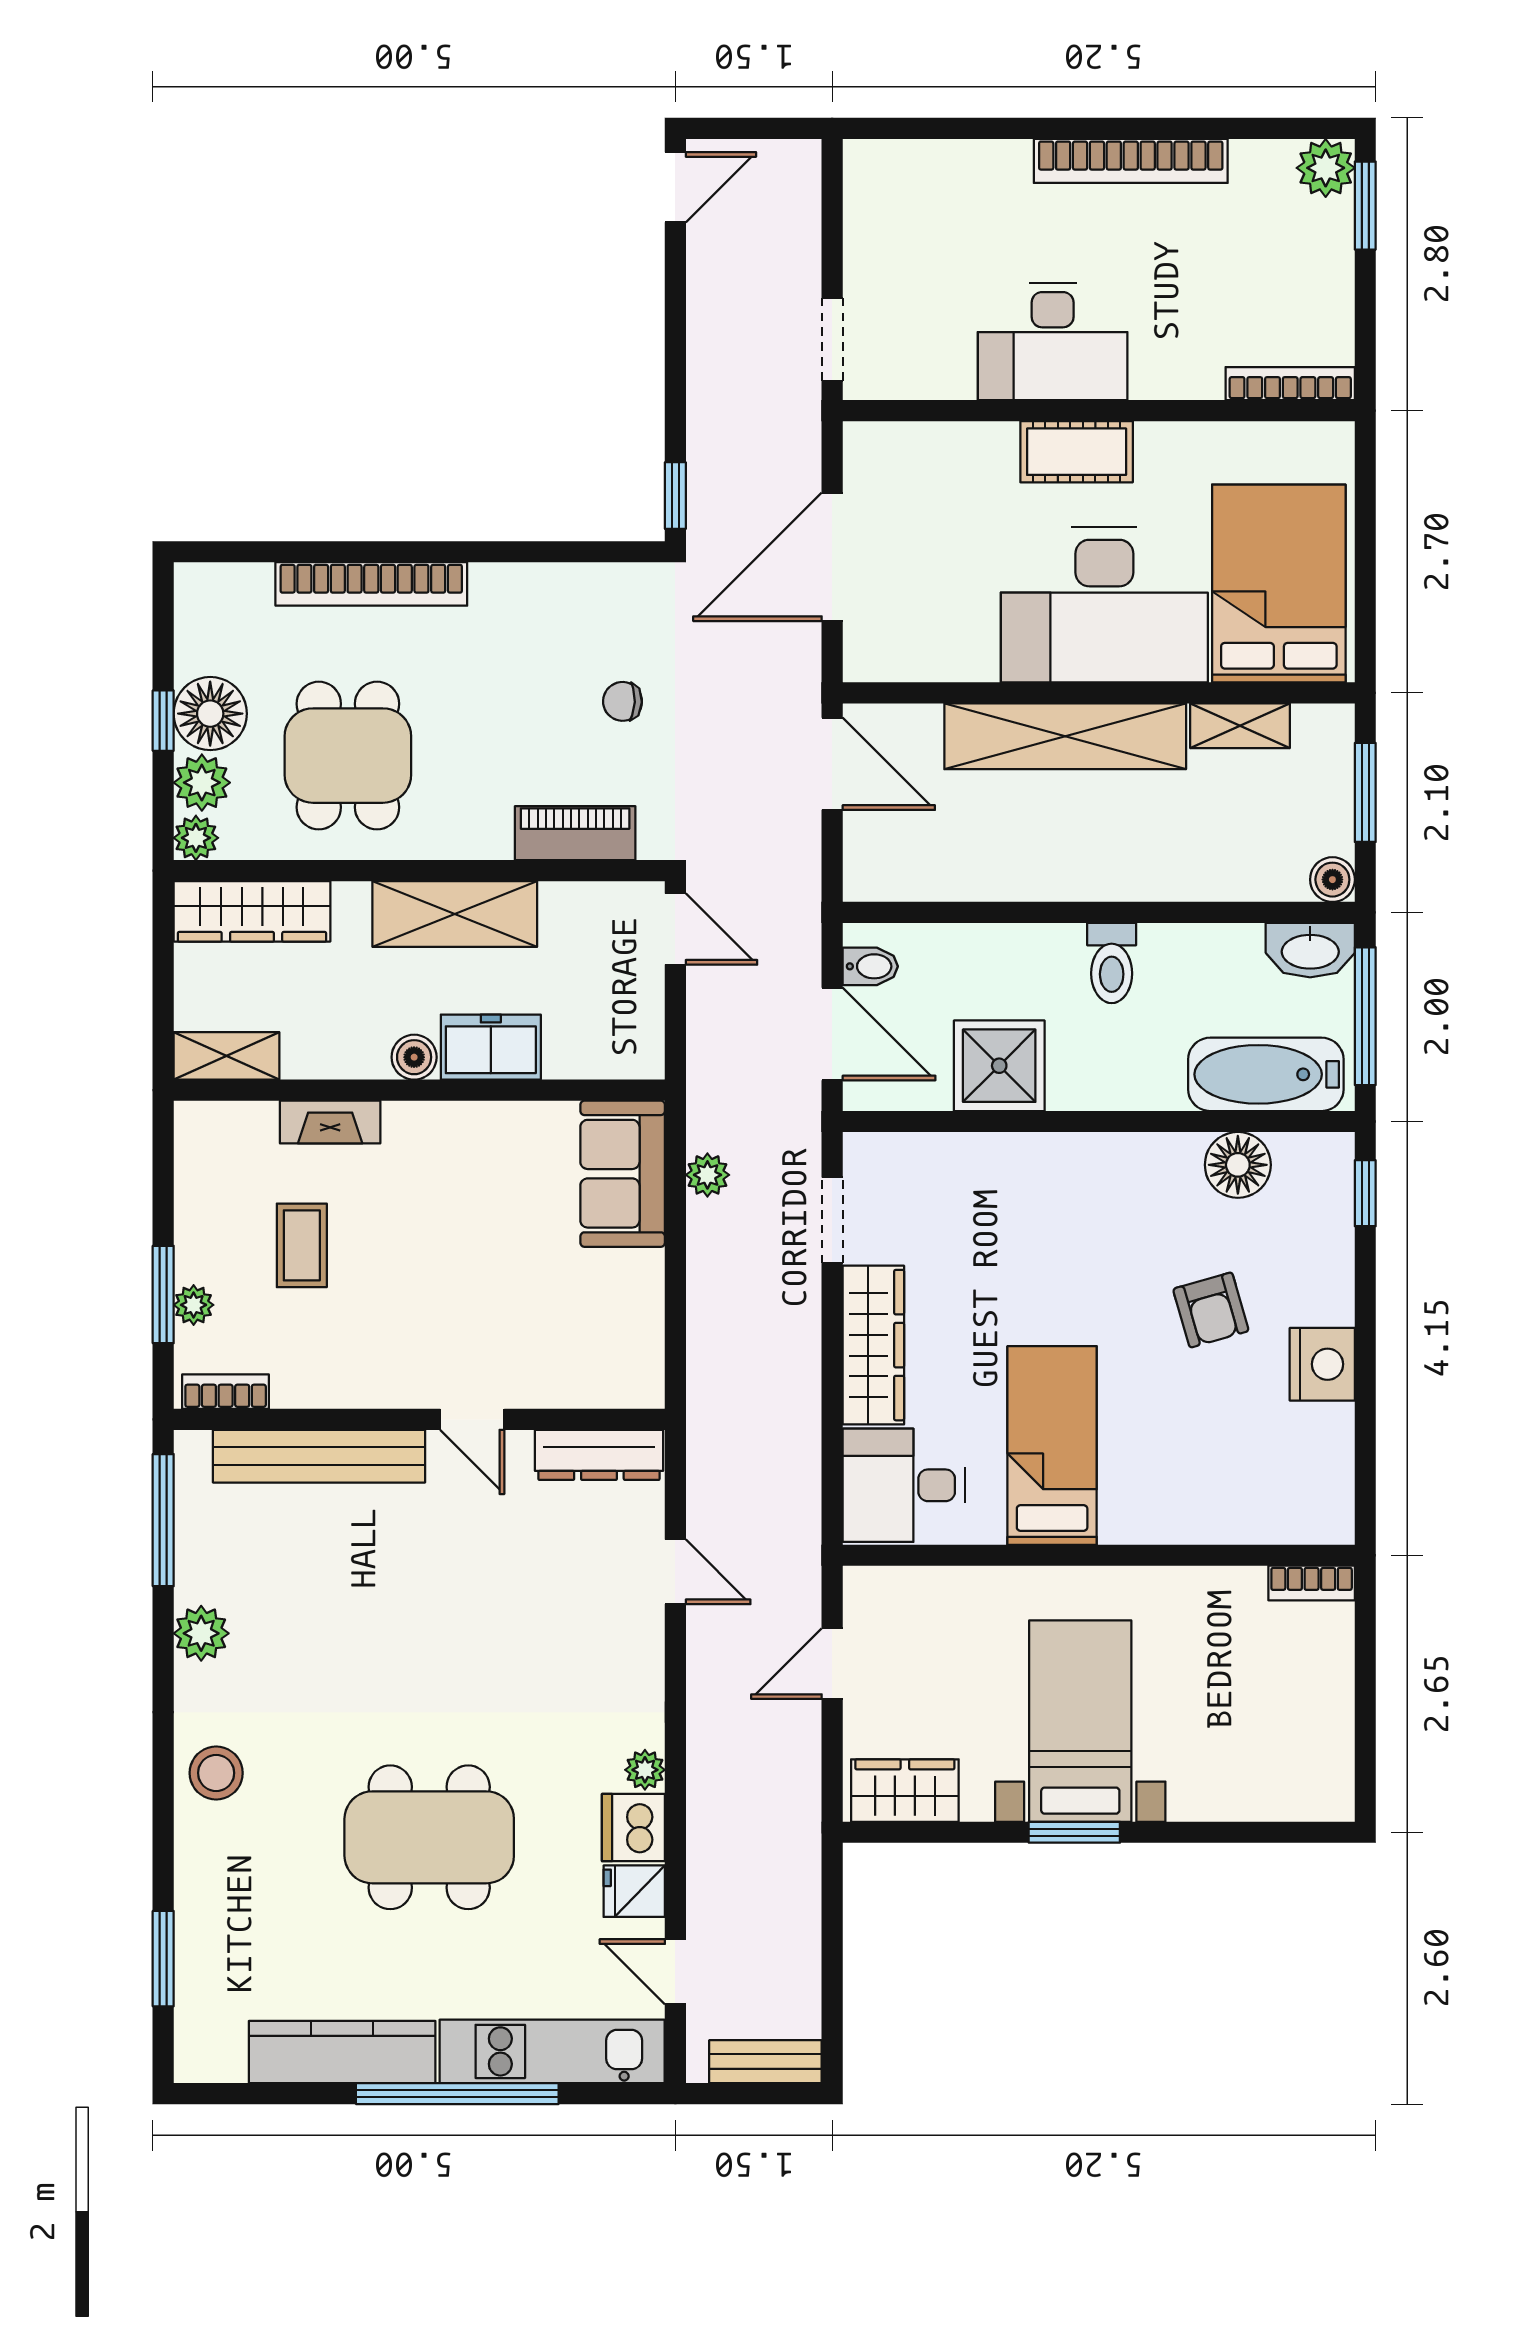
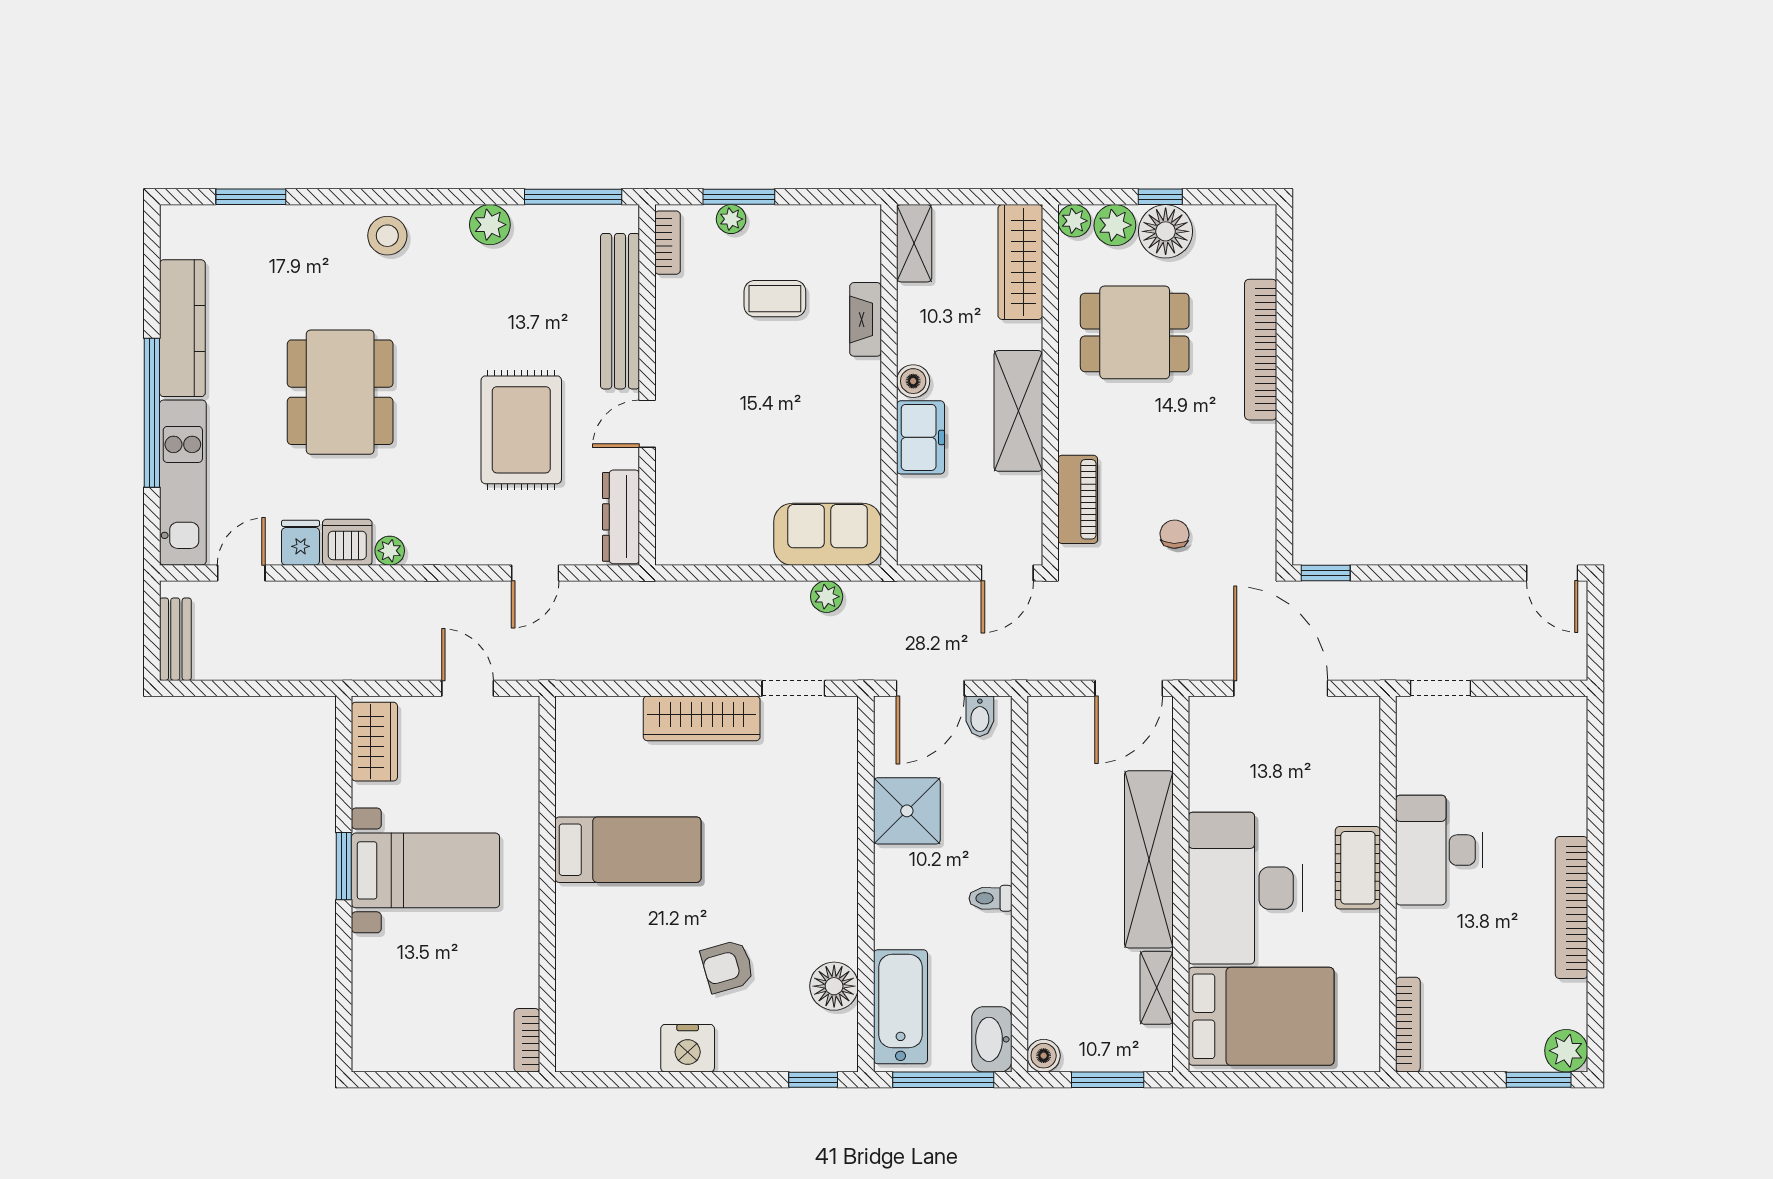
toilet: (1112, 963) -> (991, 898), width x0.73, depth x0.72
desk: (904, 1485) -> (599, 741), removed
rug: (480, 1591) -> (521, 430), added

